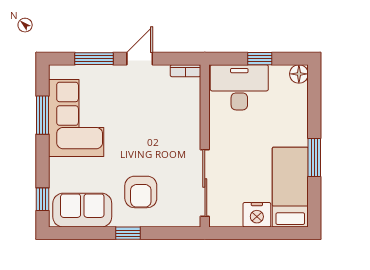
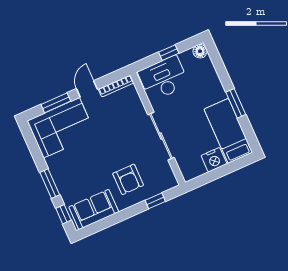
bookcase: (186, 71) -> (116, 86), width x1.56
window: (42, 115) -> (50, 184), moved
corner sofa: (76, 118) -> (61, 128), moved, turned 90
sliding door: (205, 183) -> (161, 136), moved
window: (128, 233) -> (155, 201), moved

